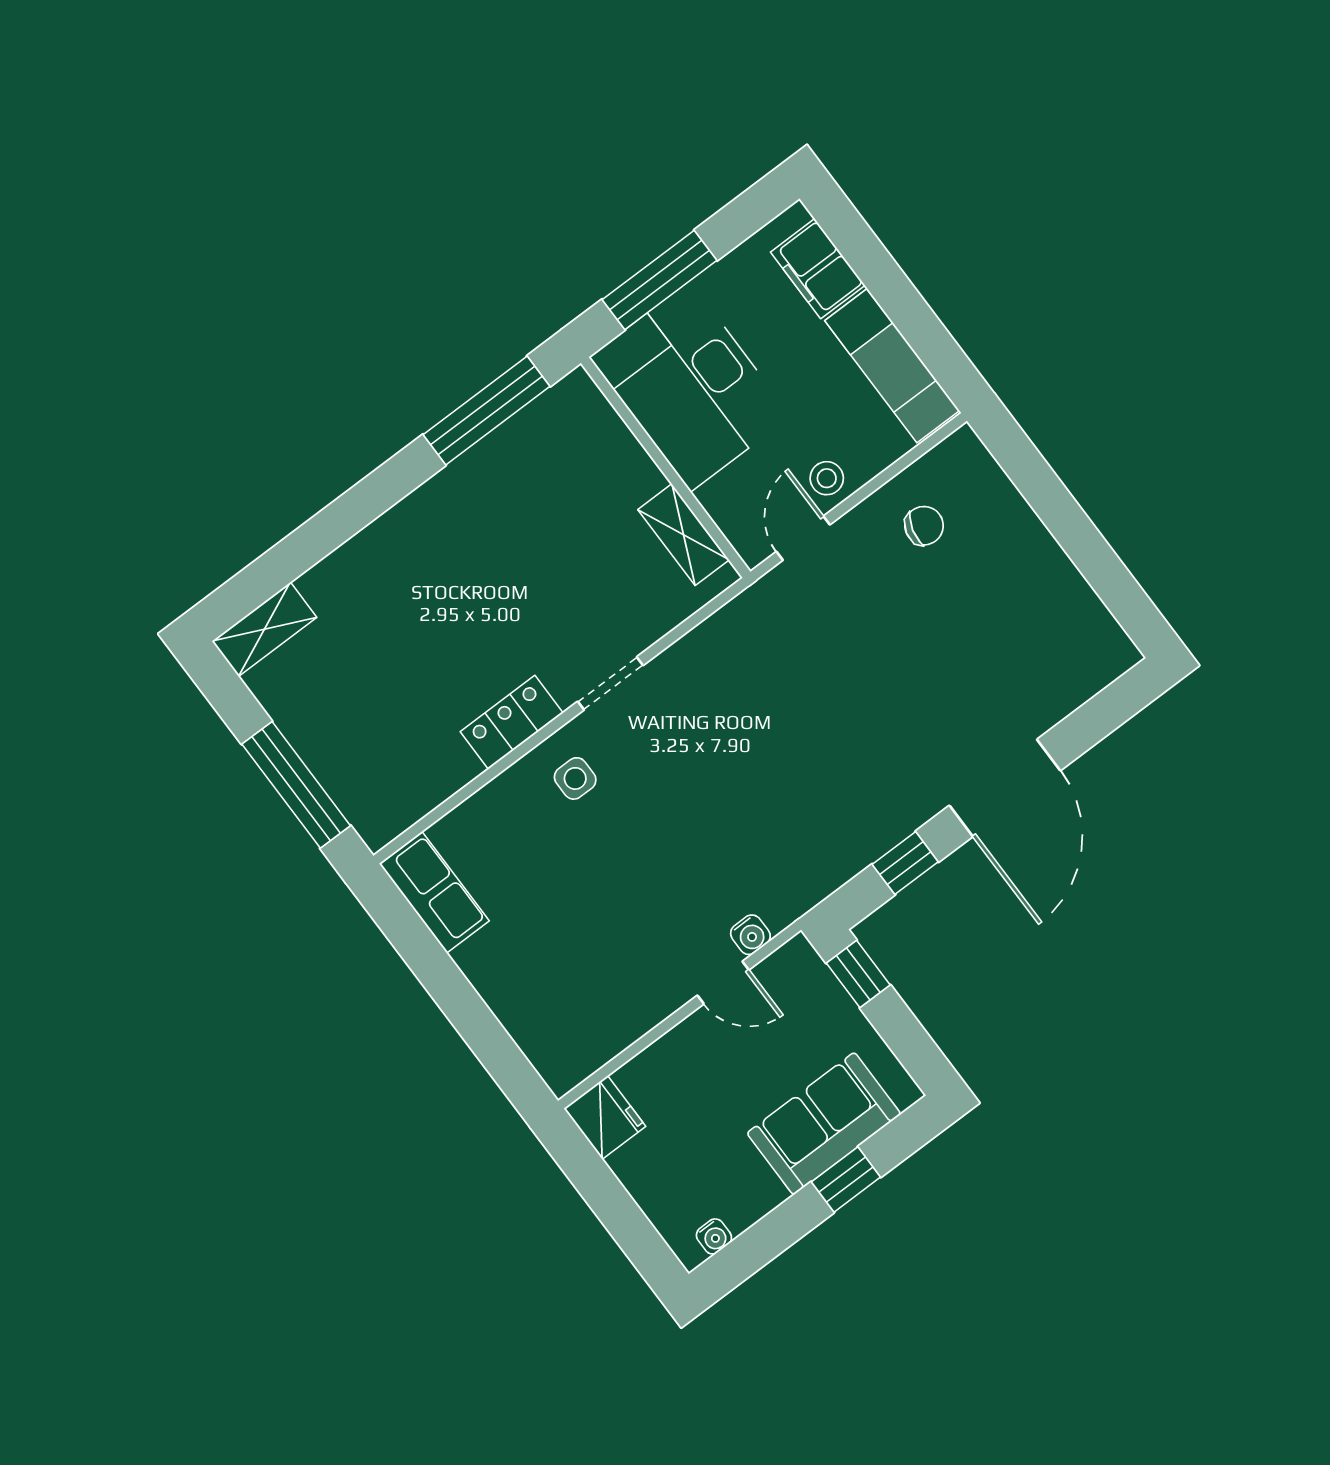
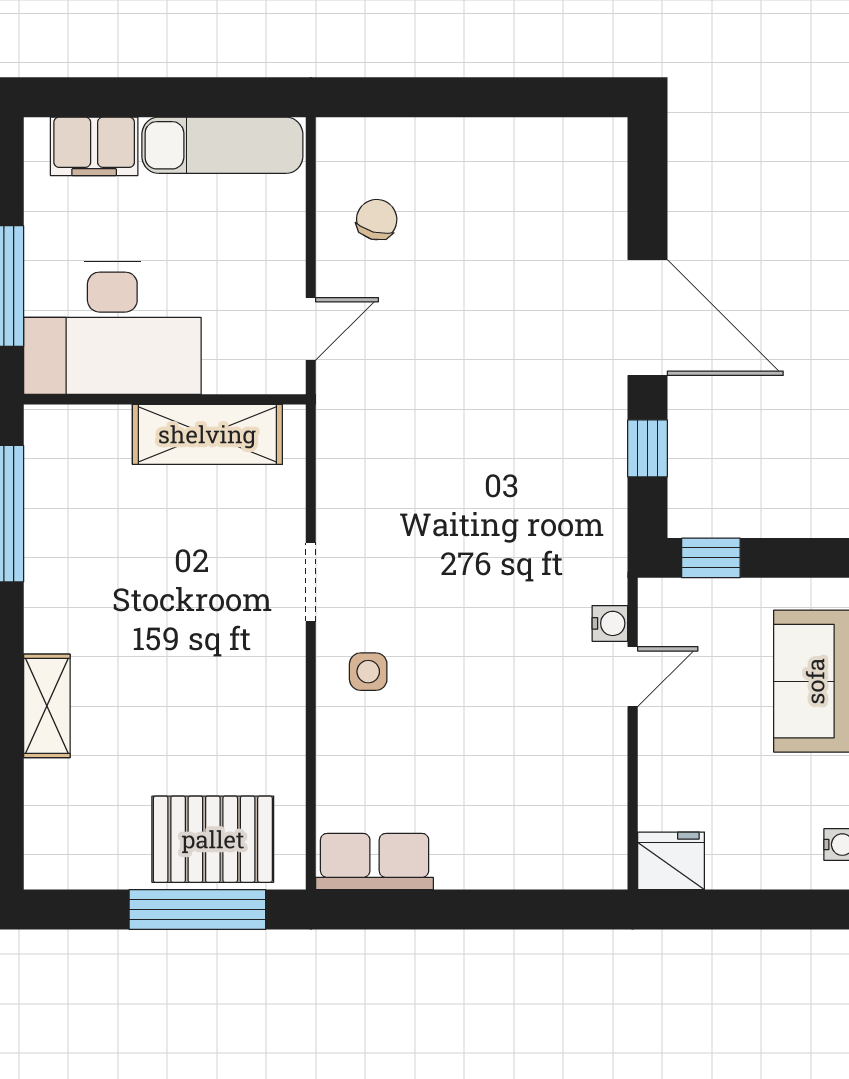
stool: (827, 478) -> (275, 271), removed
shelving: (684, 535) -> (207, 434), width x1.50, depth x1.33
door: (803, 538) -> (311, 329), swing flipped
shelving: (264, 629) -> (47, 706), moved
locker: (512, 722) -> (281, 689), removed
pallet: (359, 756) -> (213, 839), added

